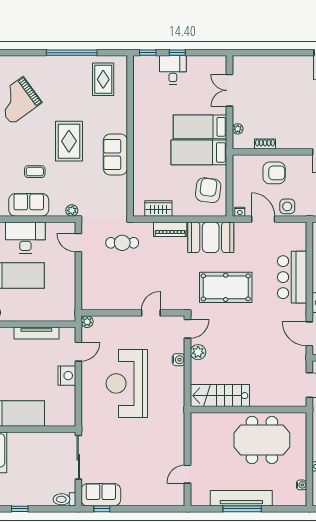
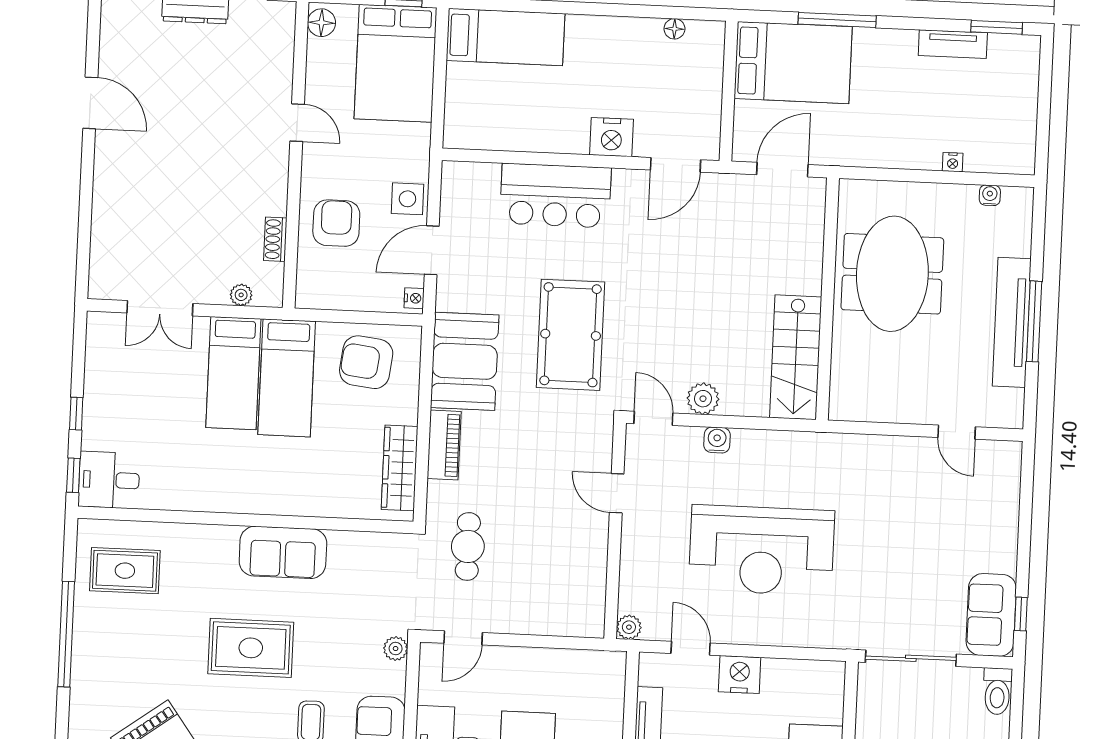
desk: (173, 70) -> (109, 480), moved
wardrobe: (158, 208) -> (400, 468), width x1.50

